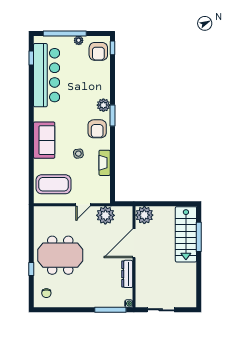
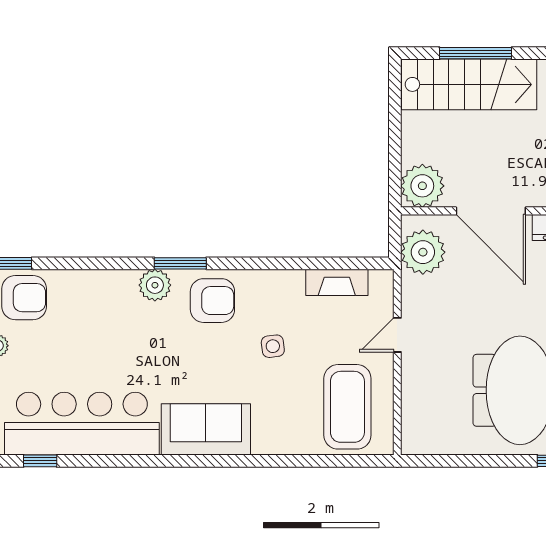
sofa: (44, 140) -> (206, 429), moved
fireplace: (105, 163) -> (337, 282), moved
door: (83, 205) -> (397, 335), swing flipped
plant: (105, 215) -> (423, 252), moved

